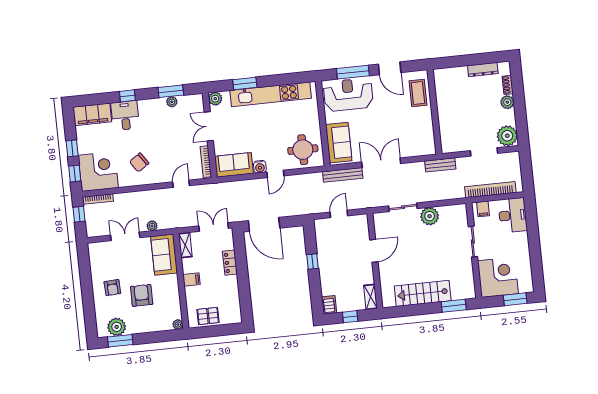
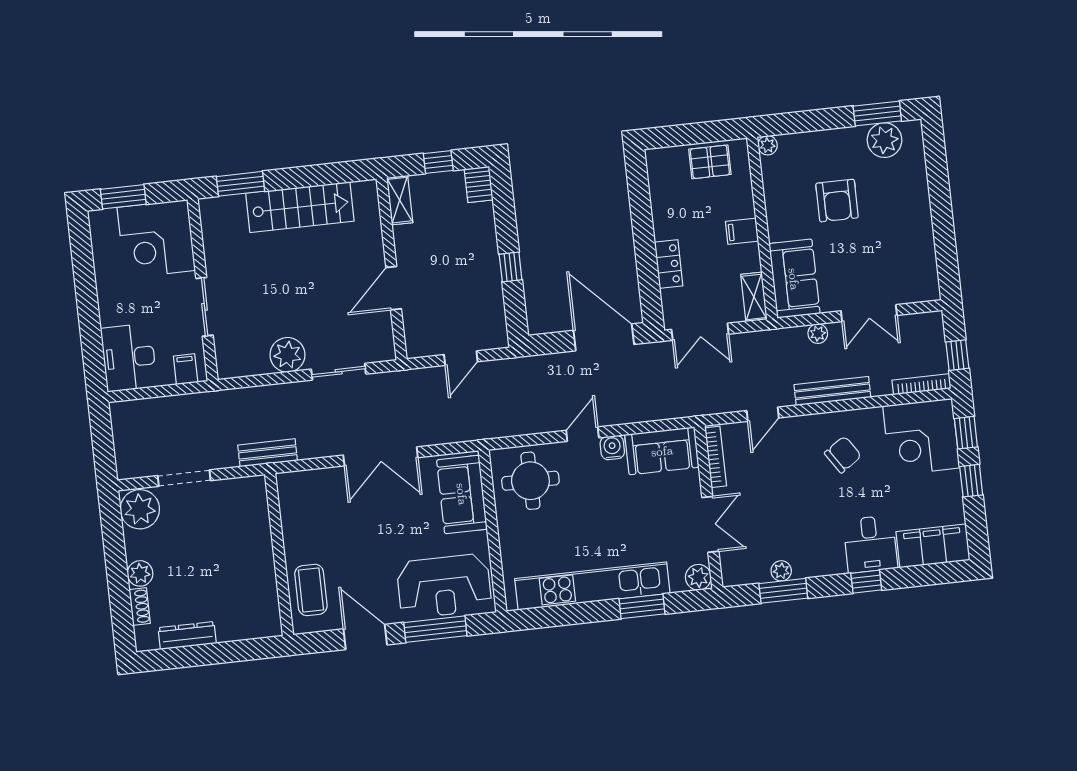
bench: (343, 175) -> (832, 391), moved
bookcase: (490, 190) -> (172, 406), removed
armchair: (112, 288) -> (893, 215), removed

